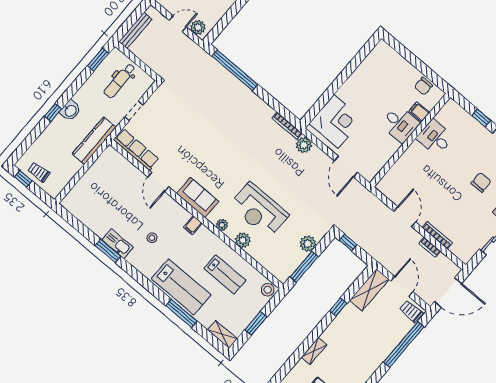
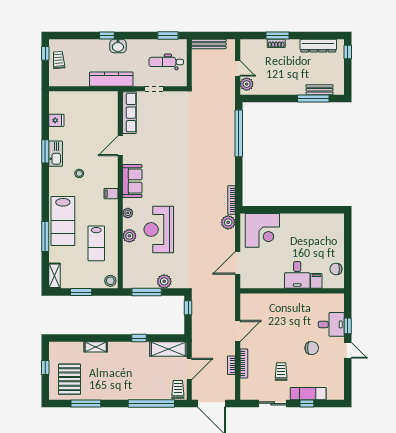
desk: (435, 138) -> (331, 324), moved, turned 90
chair: (481, 182) -> (312, 348), moved
trolley: (472, 209) -> (281, 371), added
fridge: (89, 218) -> (56, 120), added

